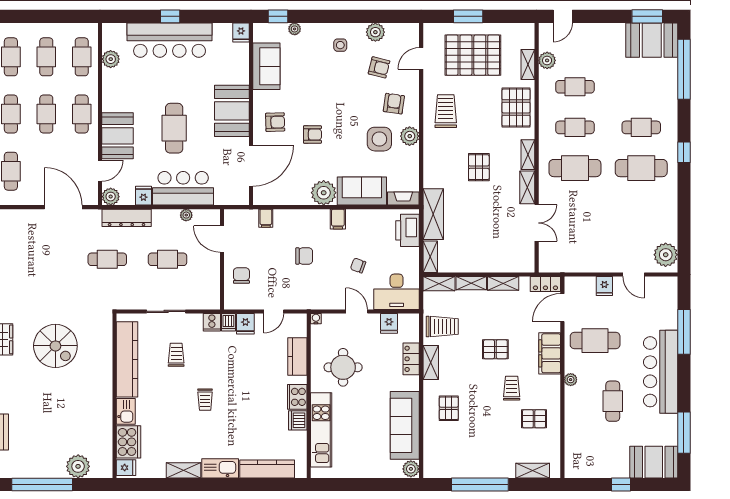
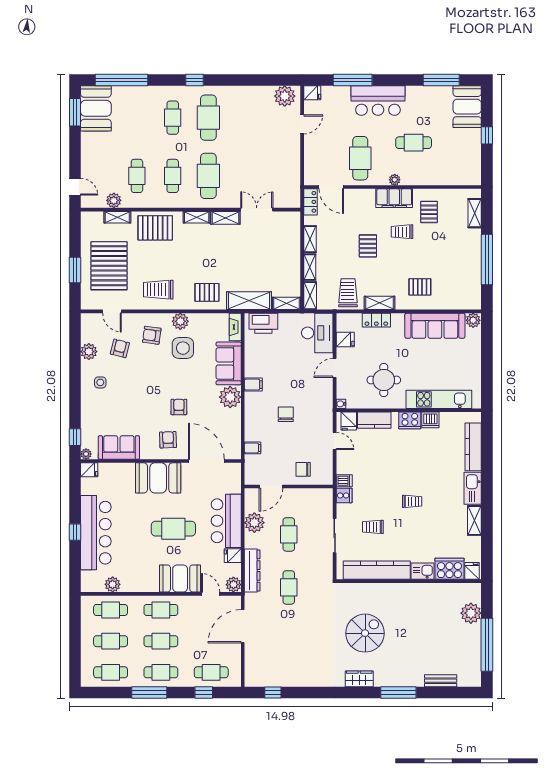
plant: (295, 29) -> (86, 454), moved
pallet: (479, 167) -> (207, 292), moved
plant: (186, 215) -> (254, 523), width x1.88, depth x1.88
chair: (358, 266) -> (294, 367), removed
fridge: (604, 286) -> (312, 93), moved
fridge: (245, 324) -> (349, 421), moved, turned 90
filing cabinet: (550, 353) -> (394, 198), moved
bar counter: (661, 372) -> (378, 101), width x0.73

